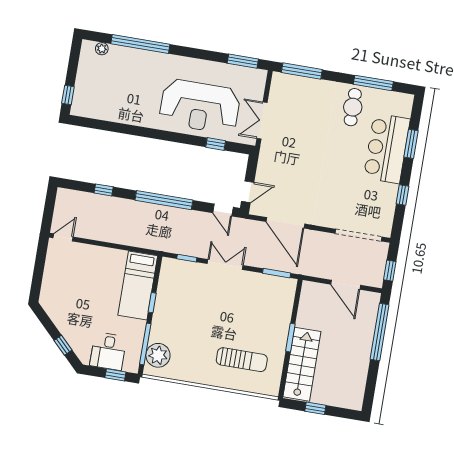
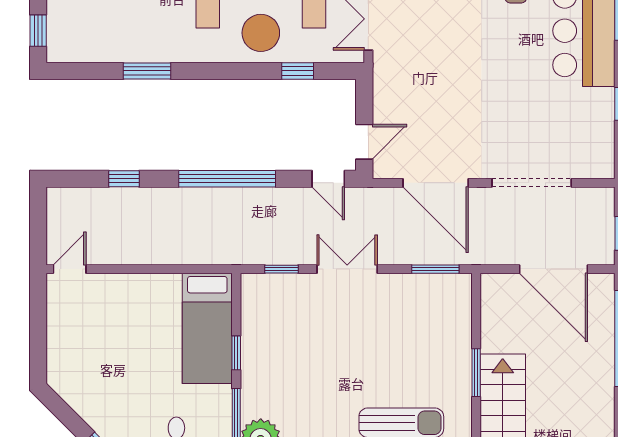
window: (128, 129) -> (147, 71), added
doorway: (358, 235) -> (532, 183), moved
door: (346, 285) -> (553, 269), width x1.36

